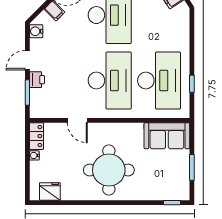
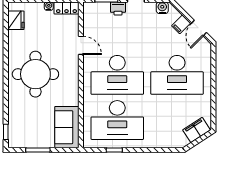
door: (77, 120) -> (81, 45), swing flipped

